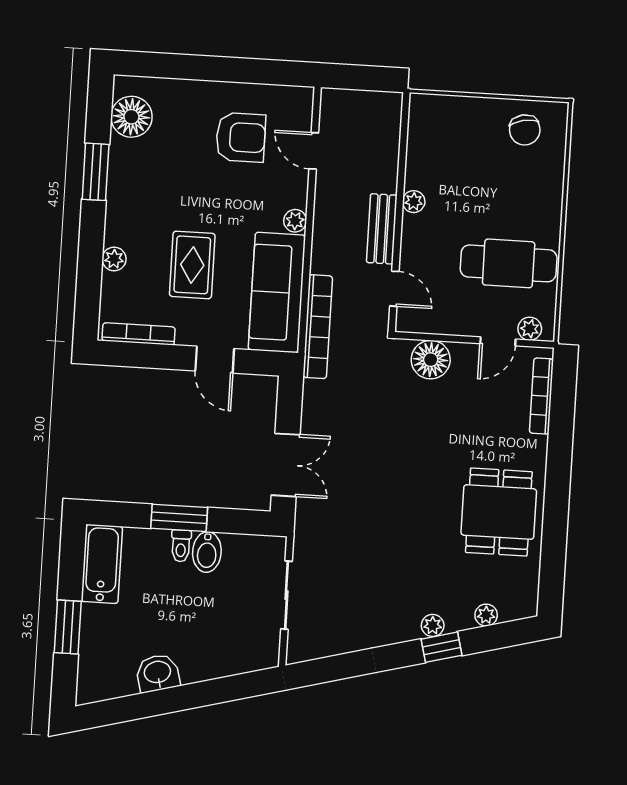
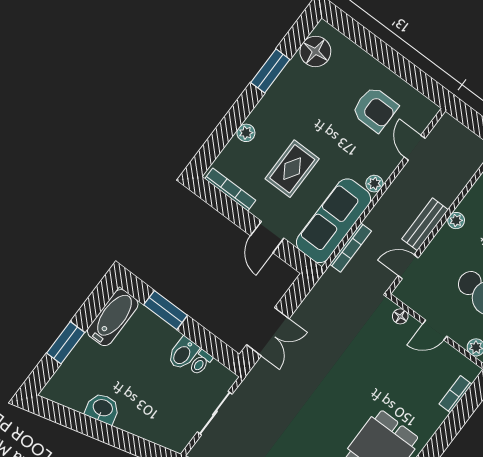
door: (394, 289) -> (408, 267), swing flipped
bookcase: (318, 327) -> (351, 248), width x0.68, depth x0.76
door: (498, 341) -> (435, 330), moved
floor lamp: (431, 360) -> (400, 316), width x0.53, depth x0.53
bookcase: (541, 396) -> (455, 394), width x0.64
window: (179, 518) -> (166, 310), moved
toilet: (181, 546) -> (201, 362), moved

